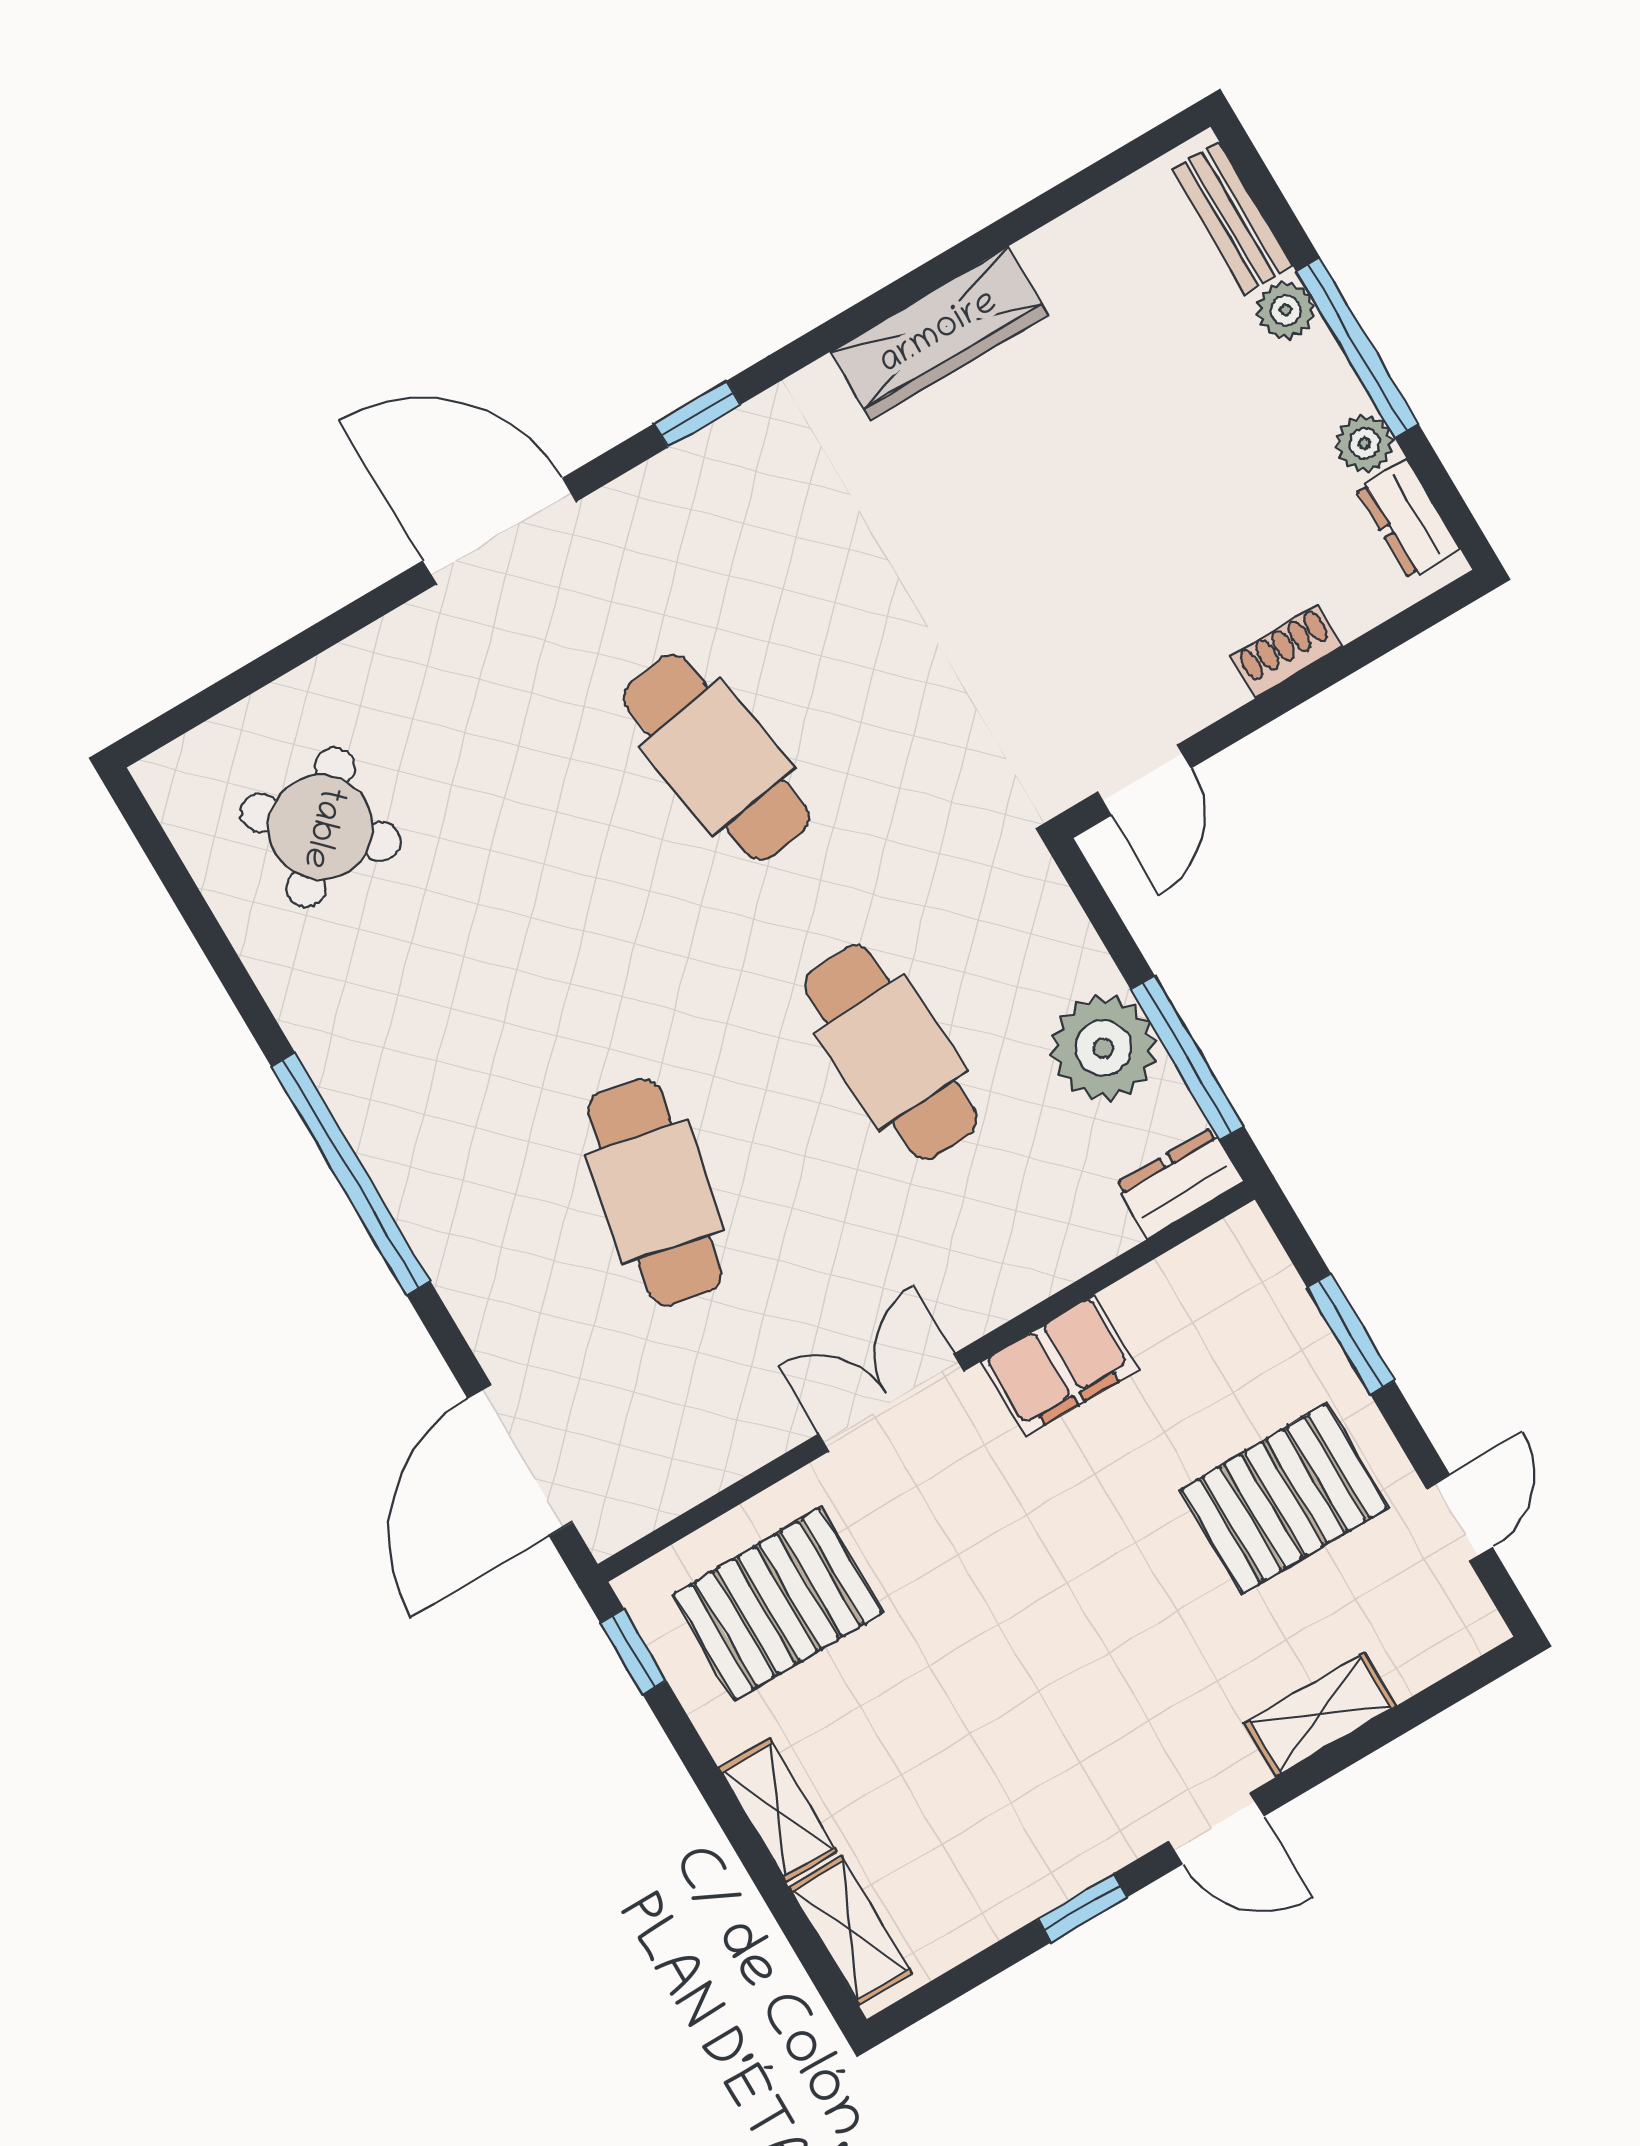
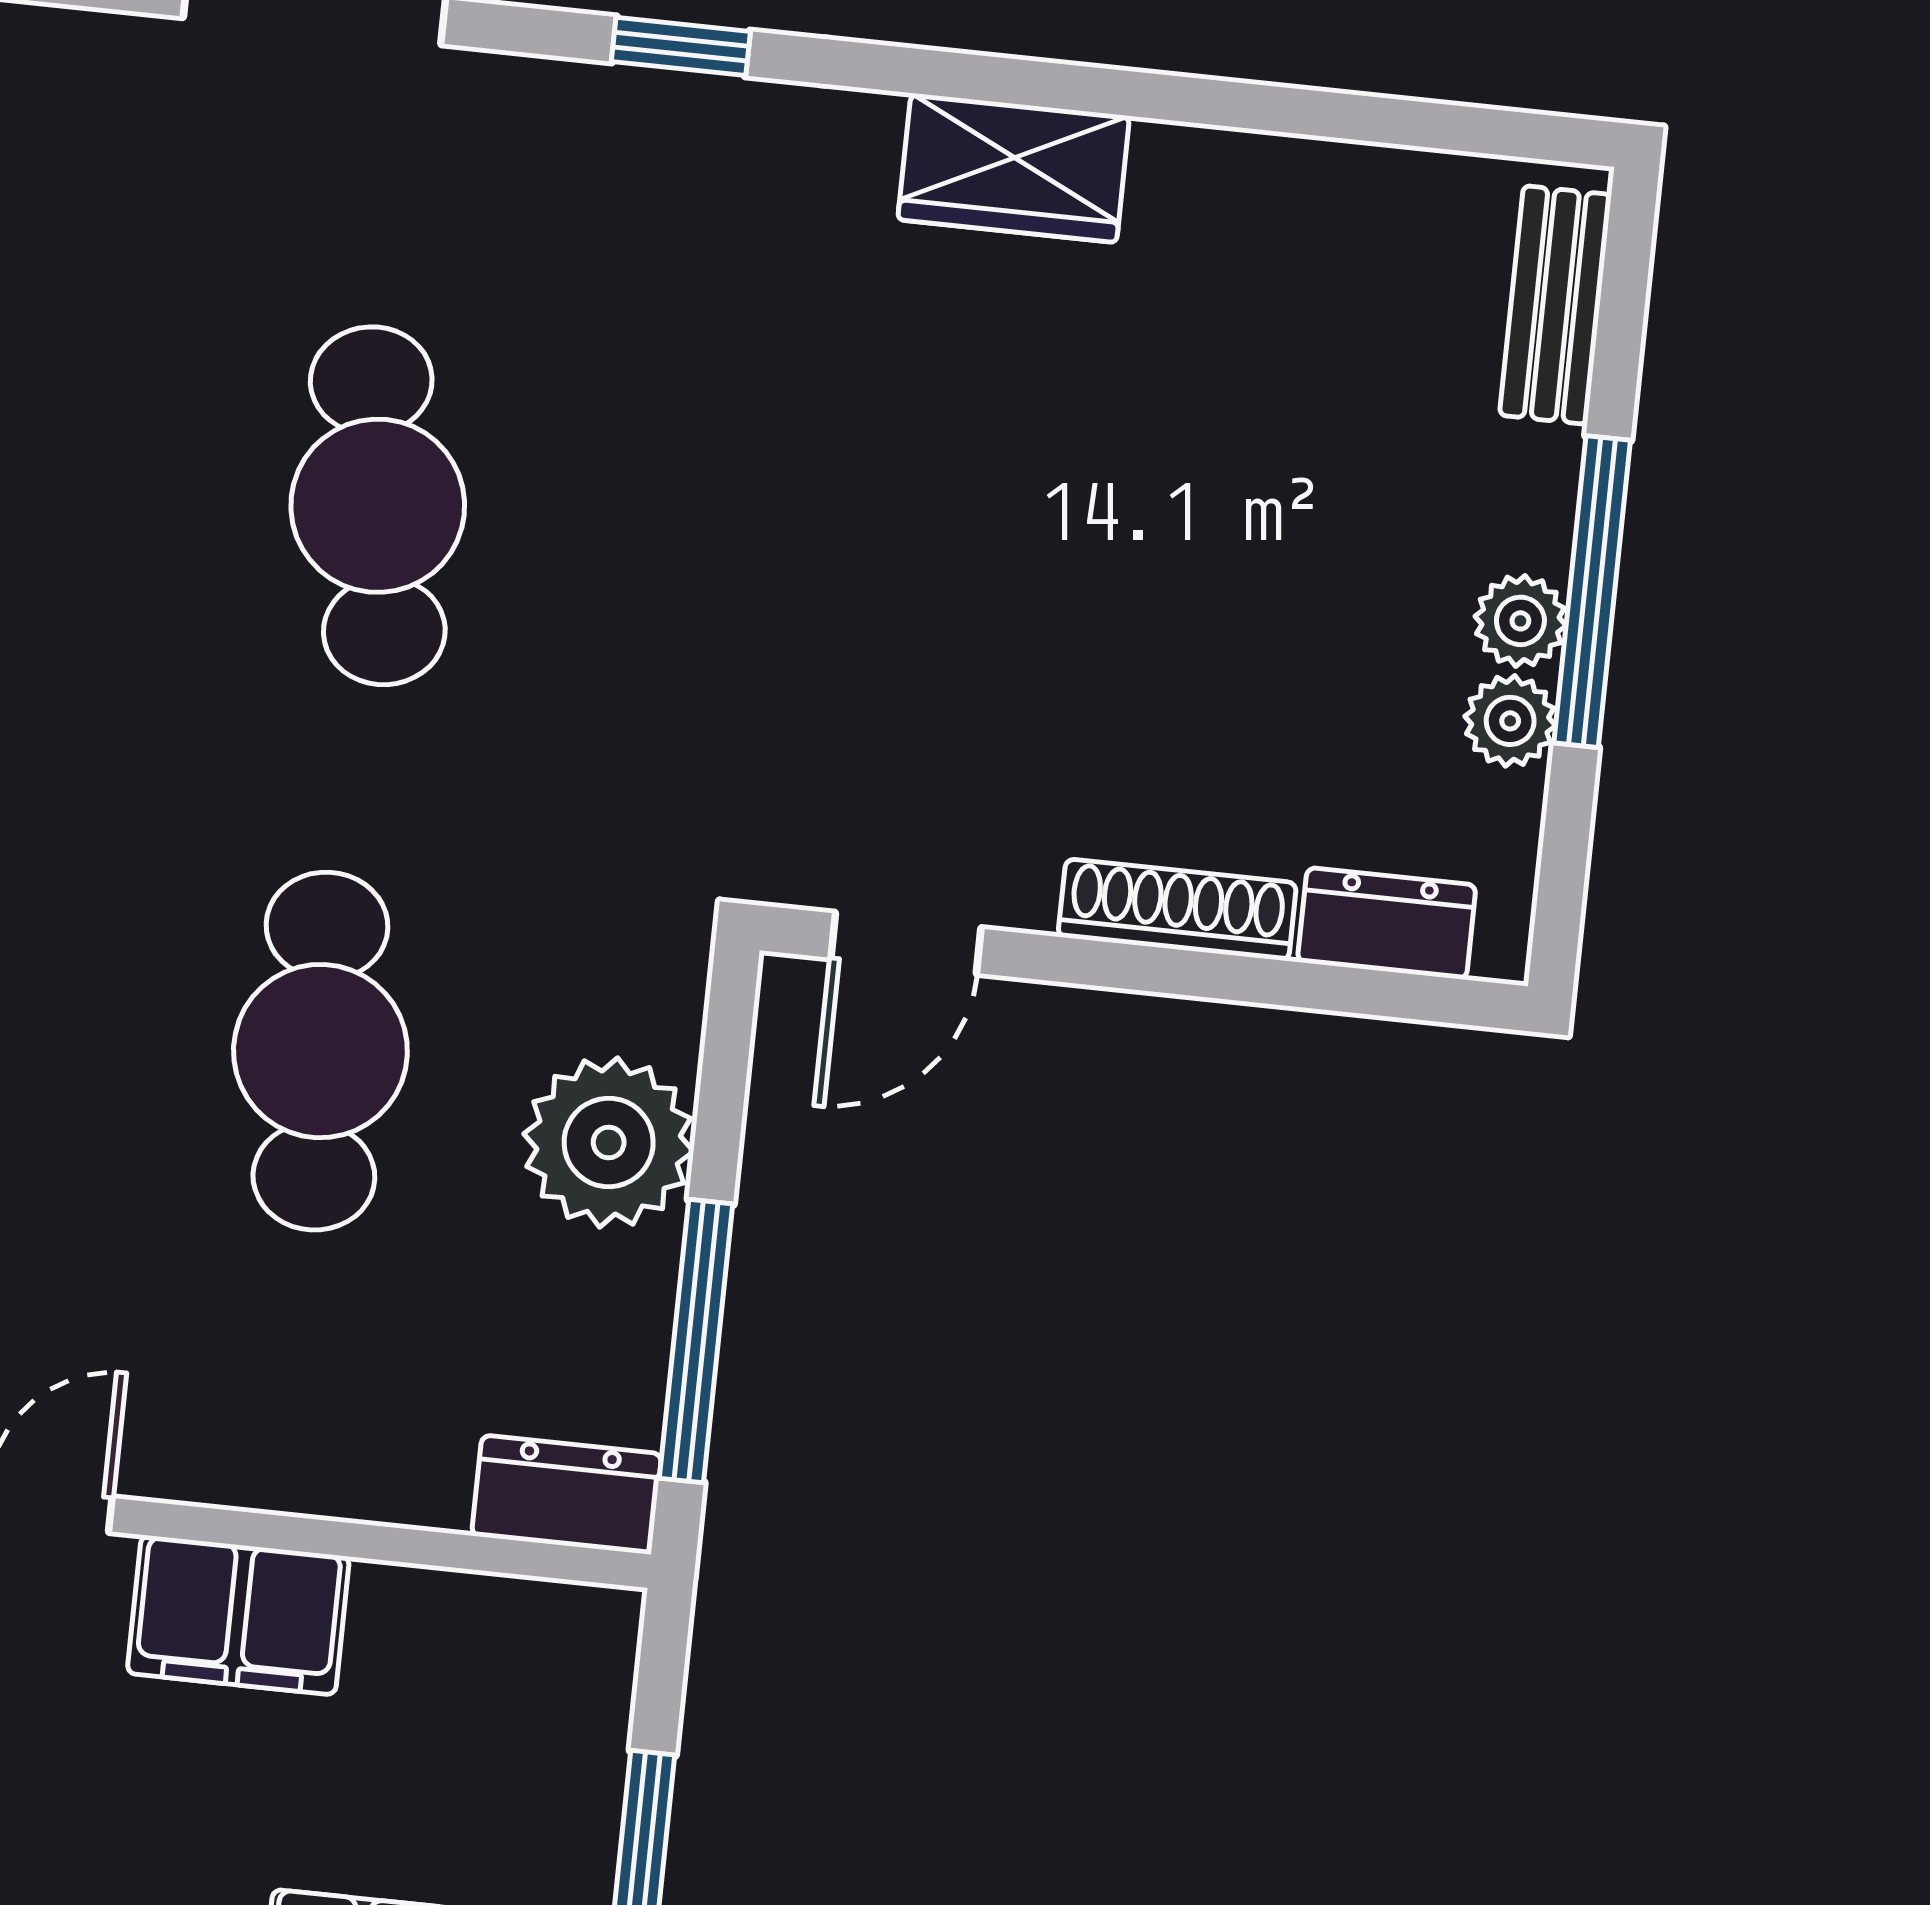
plant: (1286, 310) -> (1520, 621), moved
wardrobe: (939, 333) -> (1014, 168), width x0.67
dresser: (1408, 519) -> (1387, 923), moved, turned 90
shoe rack: (1287, 651) -> (1177, 910), width x1.43
plant: (1103, 1048) -> (609, 1142), moved

